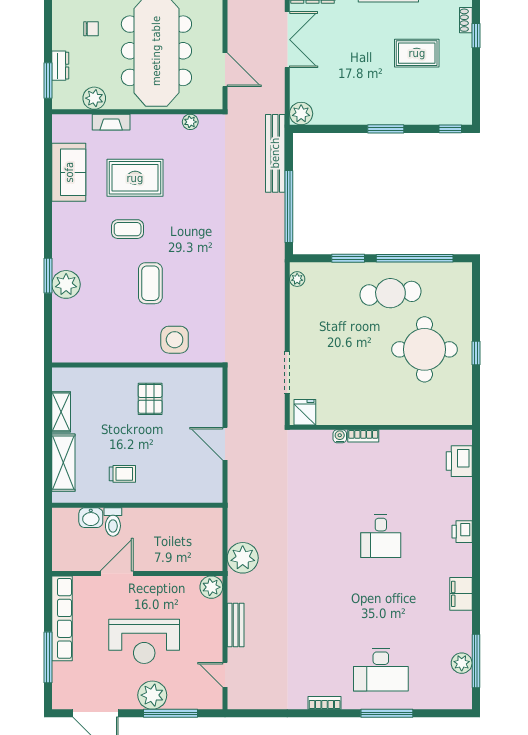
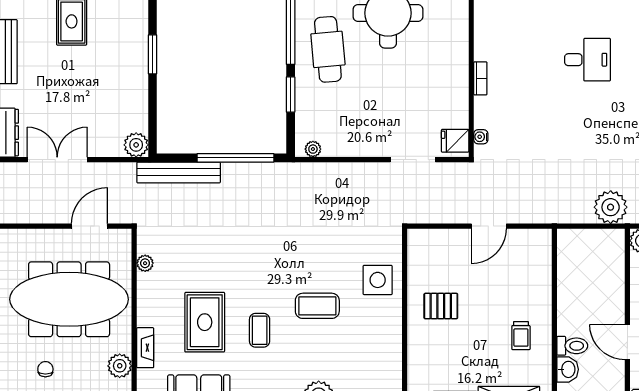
water cooler: (340, 436) -> (481, 137), moved
trolley: (122, 474) -> (521, 336), turned 180

